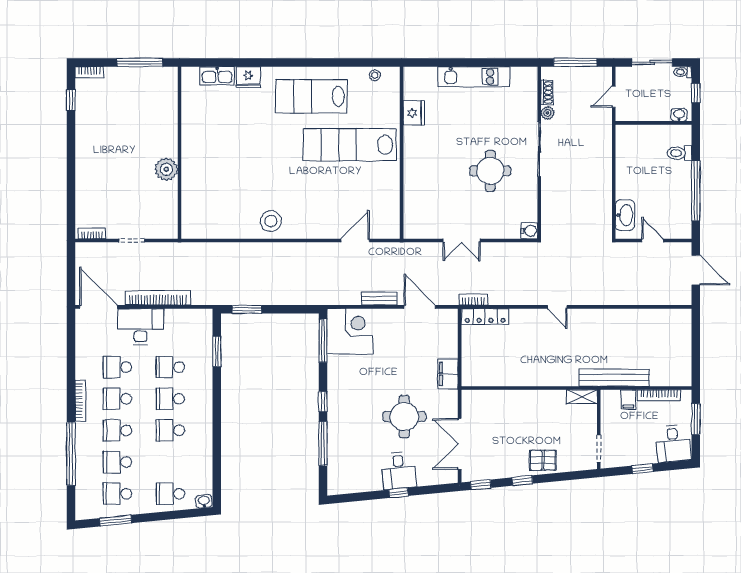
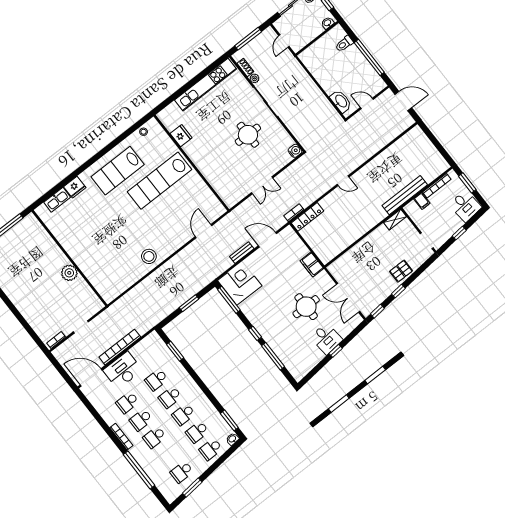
kitchen unit: (474, 77) -> (205, 85), width x1.36
window: (247, 309) -> (189, 303), moved
school desk: (117, 462) -> (197, 432), moved
window: (217, 477) -> (229, 420), added

